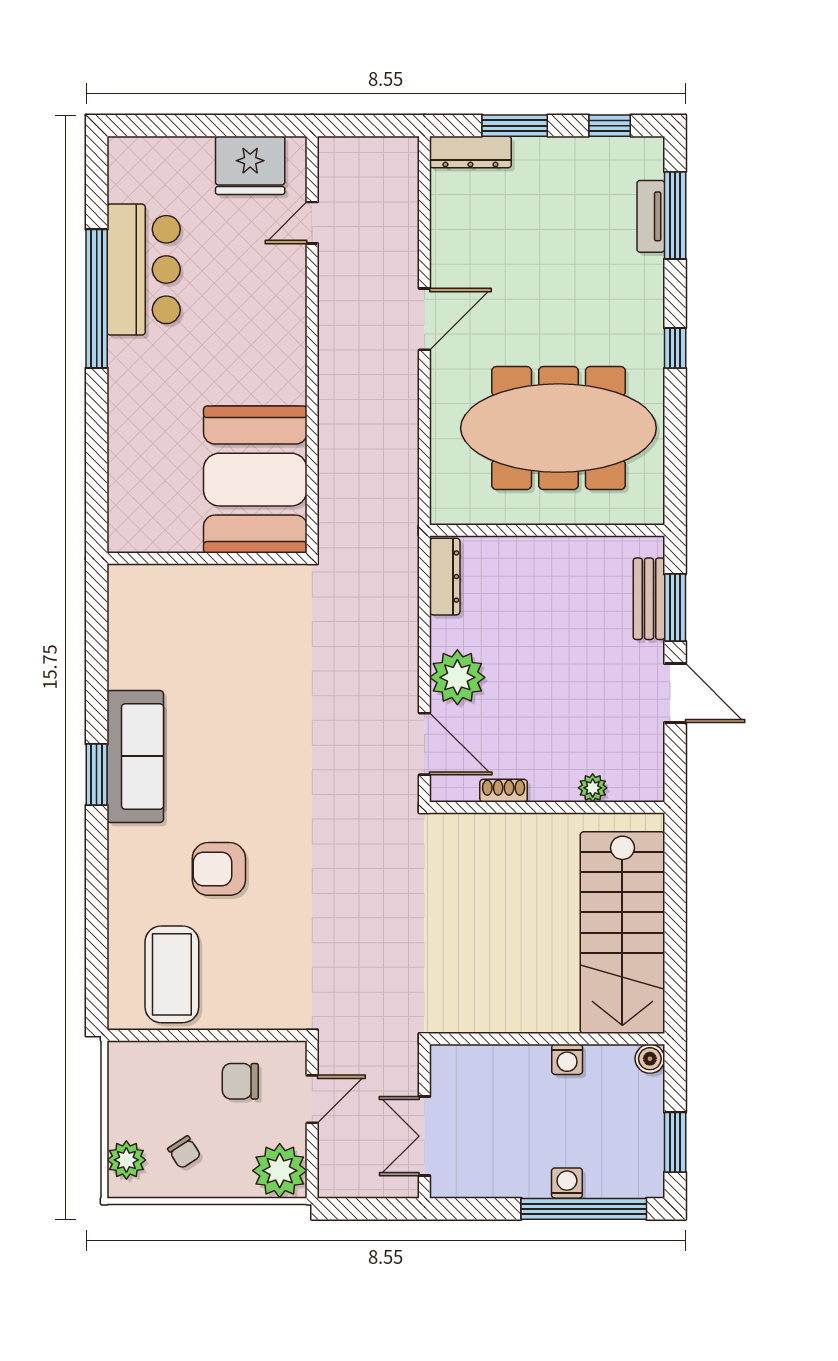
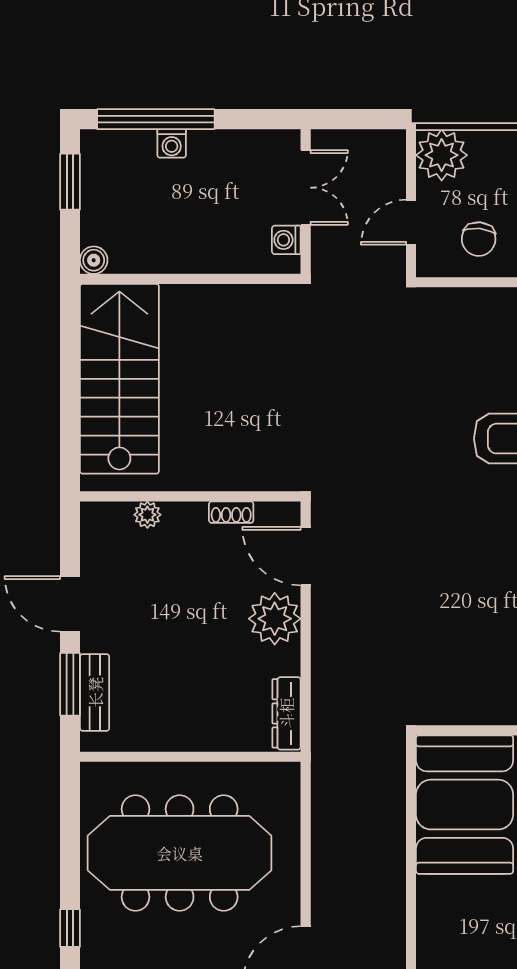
washing machine: (567, 1059) -> (286, 240), moved, turned -90
chair: (240, 1081) -> (479, 239), turned 96

